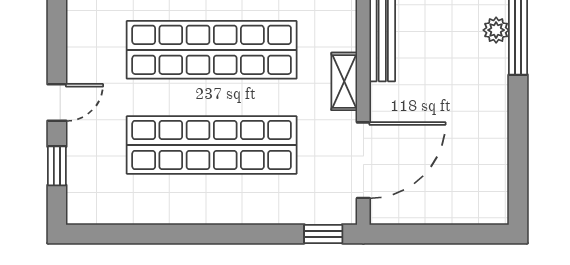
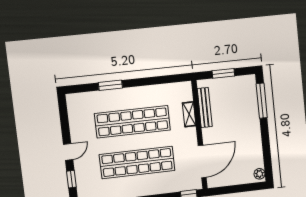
plant: (496, 30) -> (260, 174), moved
shelving: (344, 81) -> (189, 114), moved

